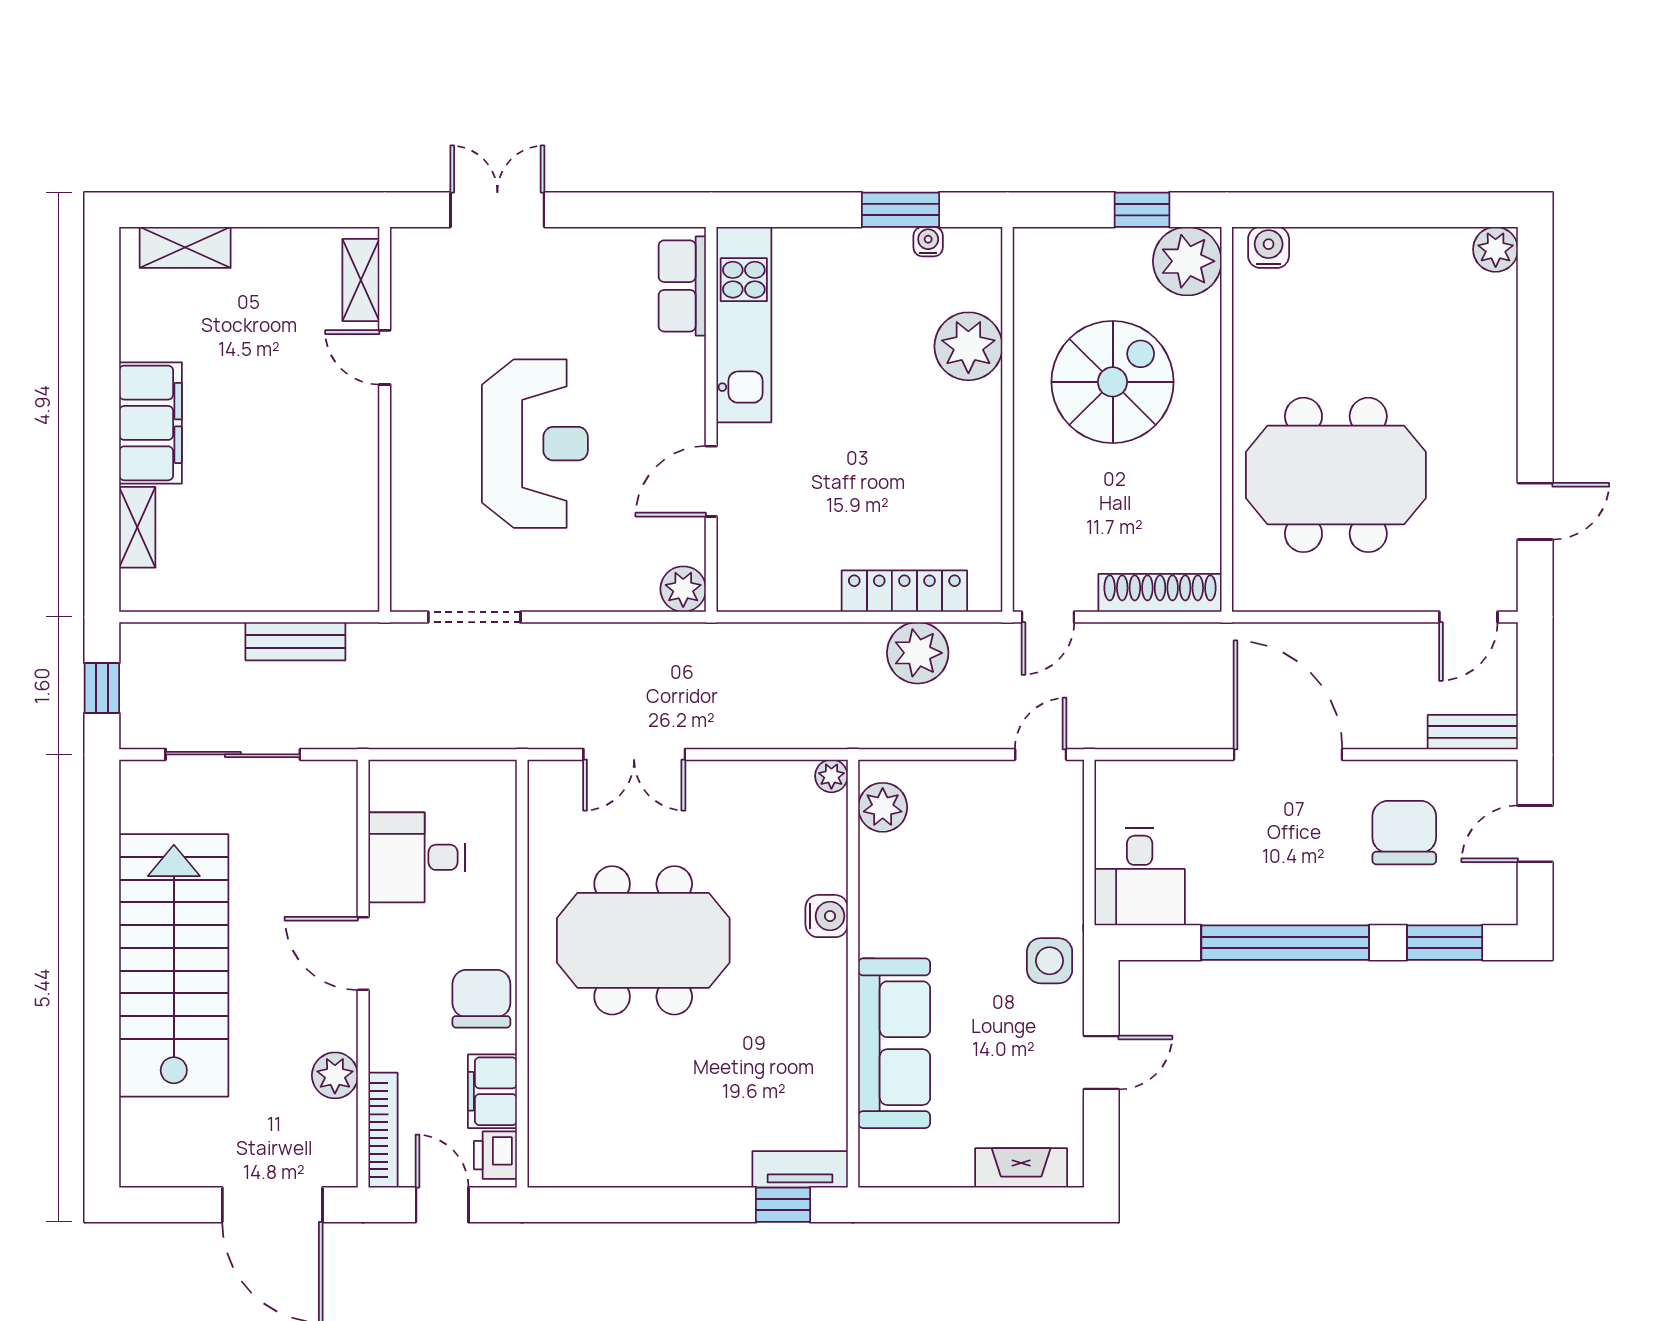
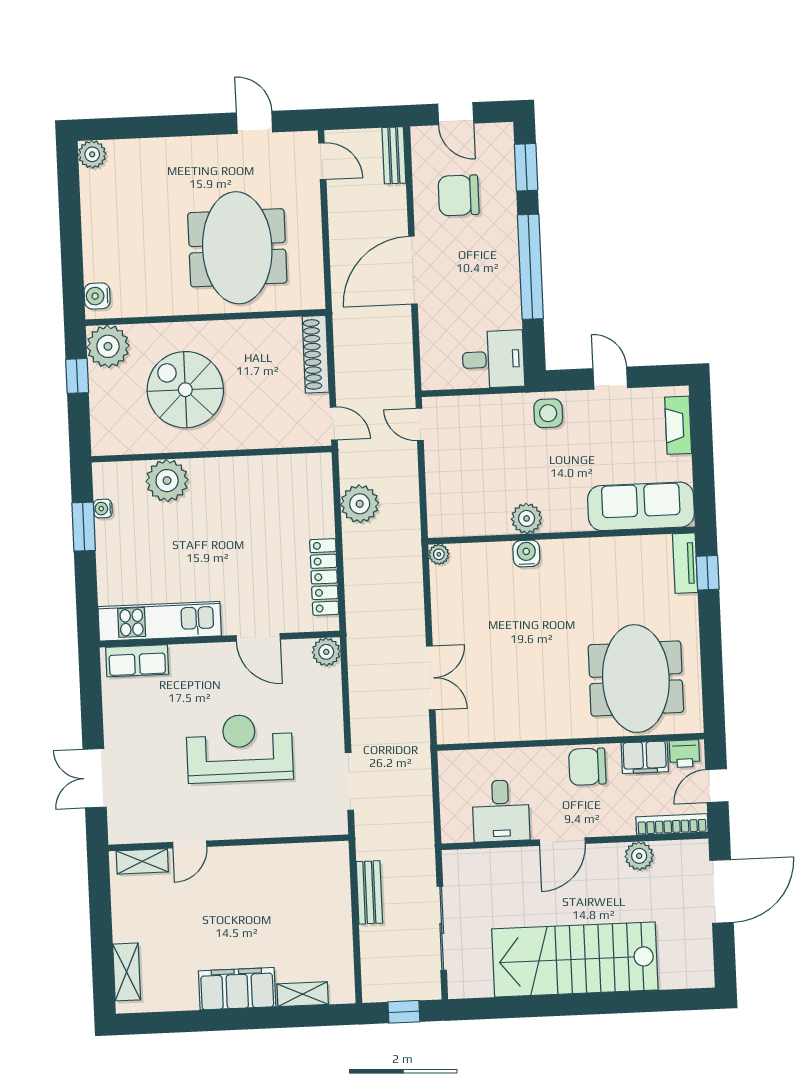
locker: (904, 591) -> (324, 577), moved
plant: (883, 807) -> (527, 518), moved
meeting table: (643, 940) -> (636, 679), moved
sofa: (894, 1043) -> (641, 506), moved

